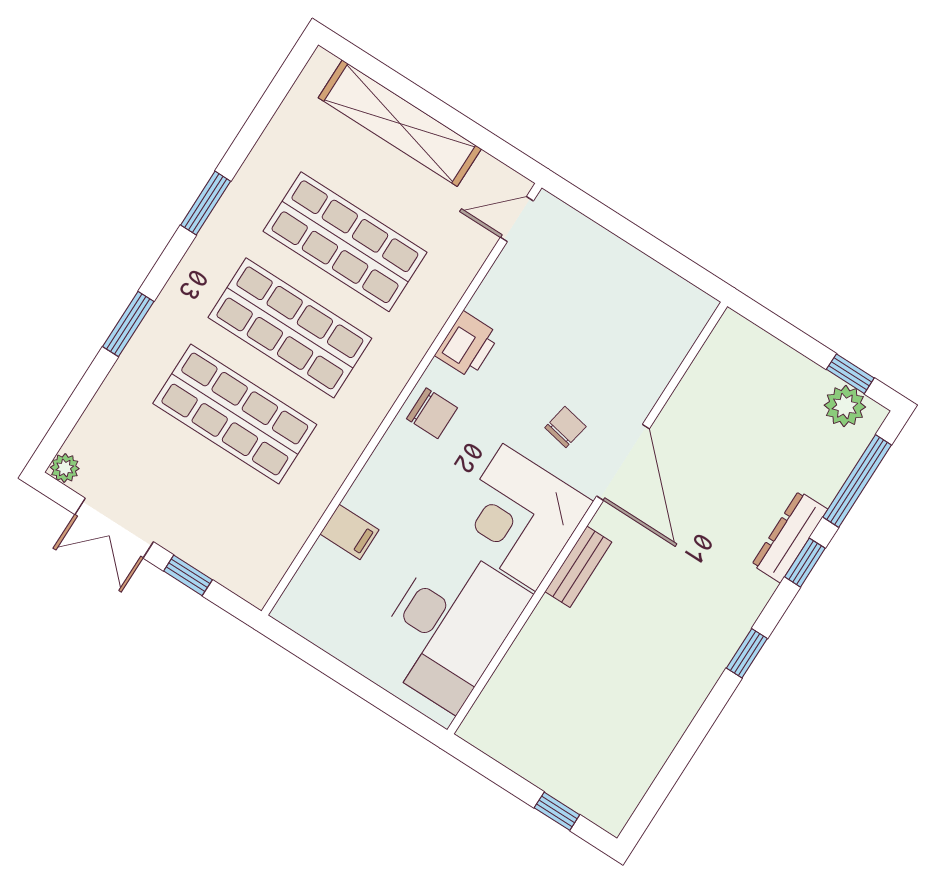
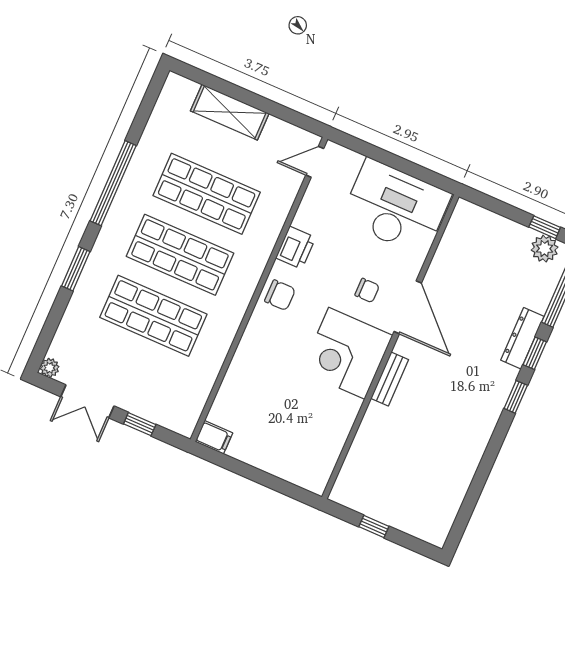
shelving: (400, 123) -> (230, 112), width x0.68
window: (206, 203) -> (113, 183), width x2.11
chair: (565, 427) -> (367, 290), turned 79
filing cabinet: (349, 532) -> (214, 437), moved
desk: (449, 626) -> (396, 207), moved, turned -90
window: (747, 653) -> (516, 397), moved
window: (557, 811) -> (374, 527), moved

